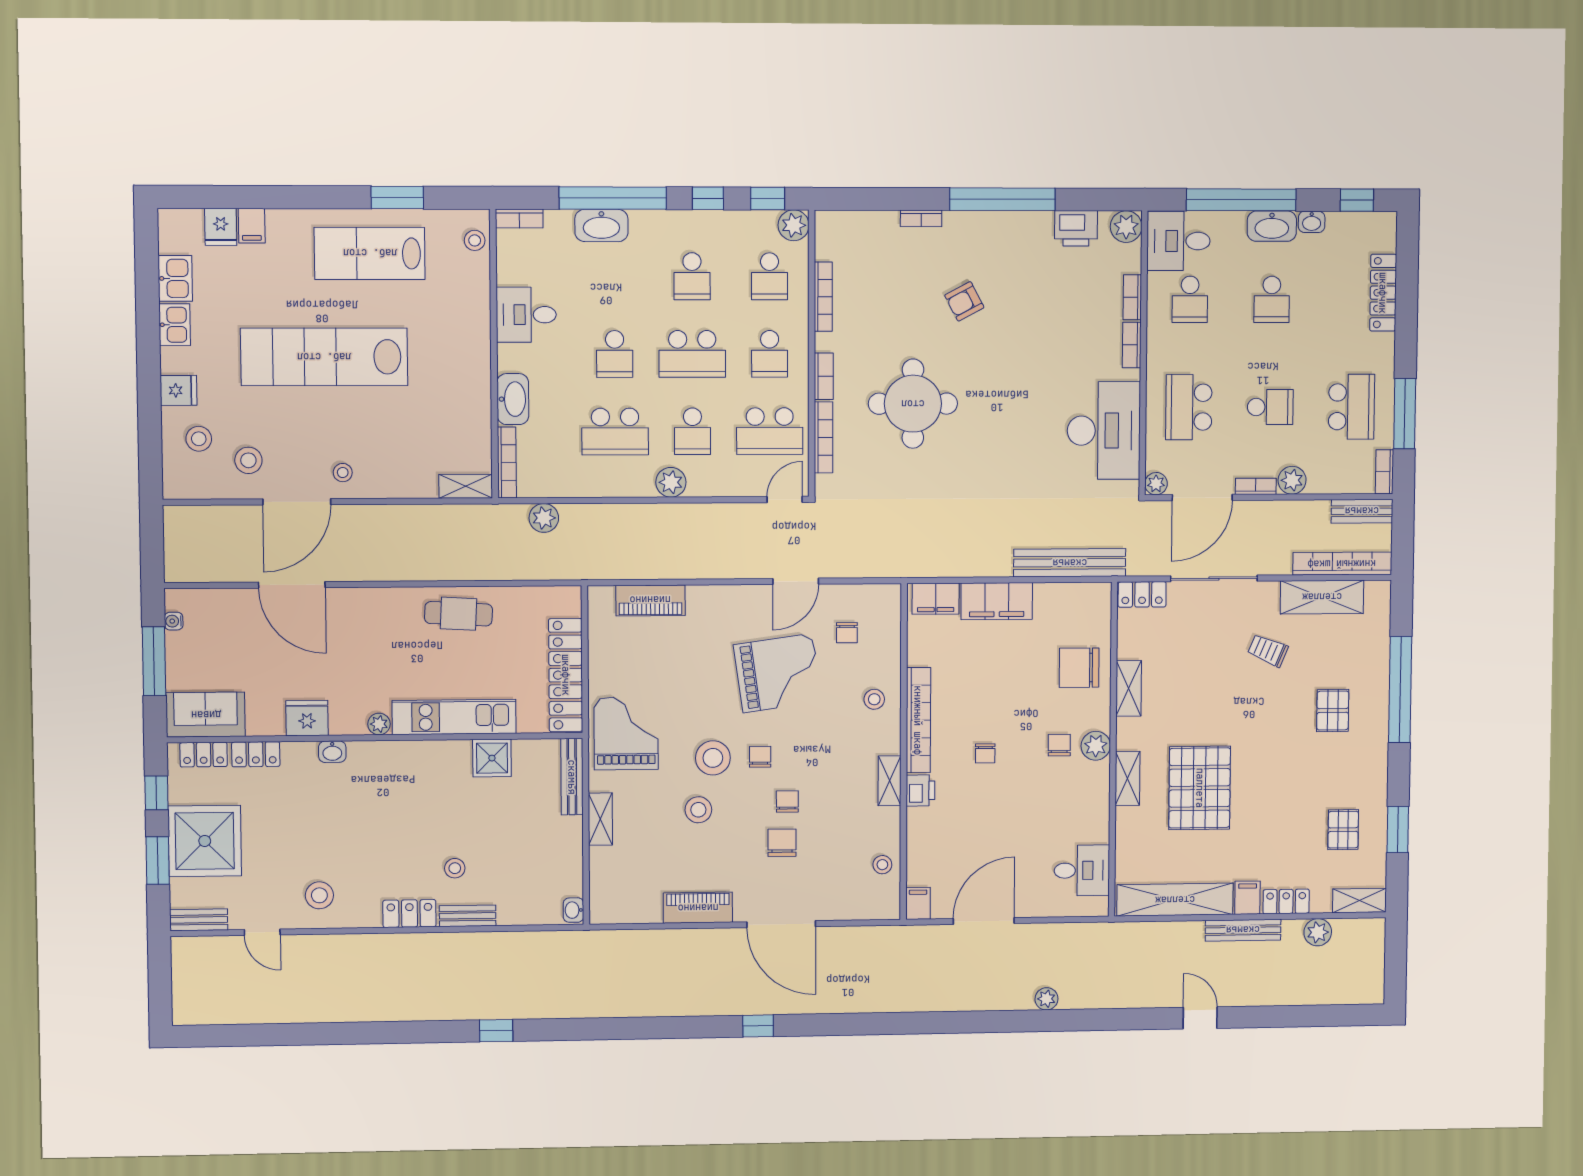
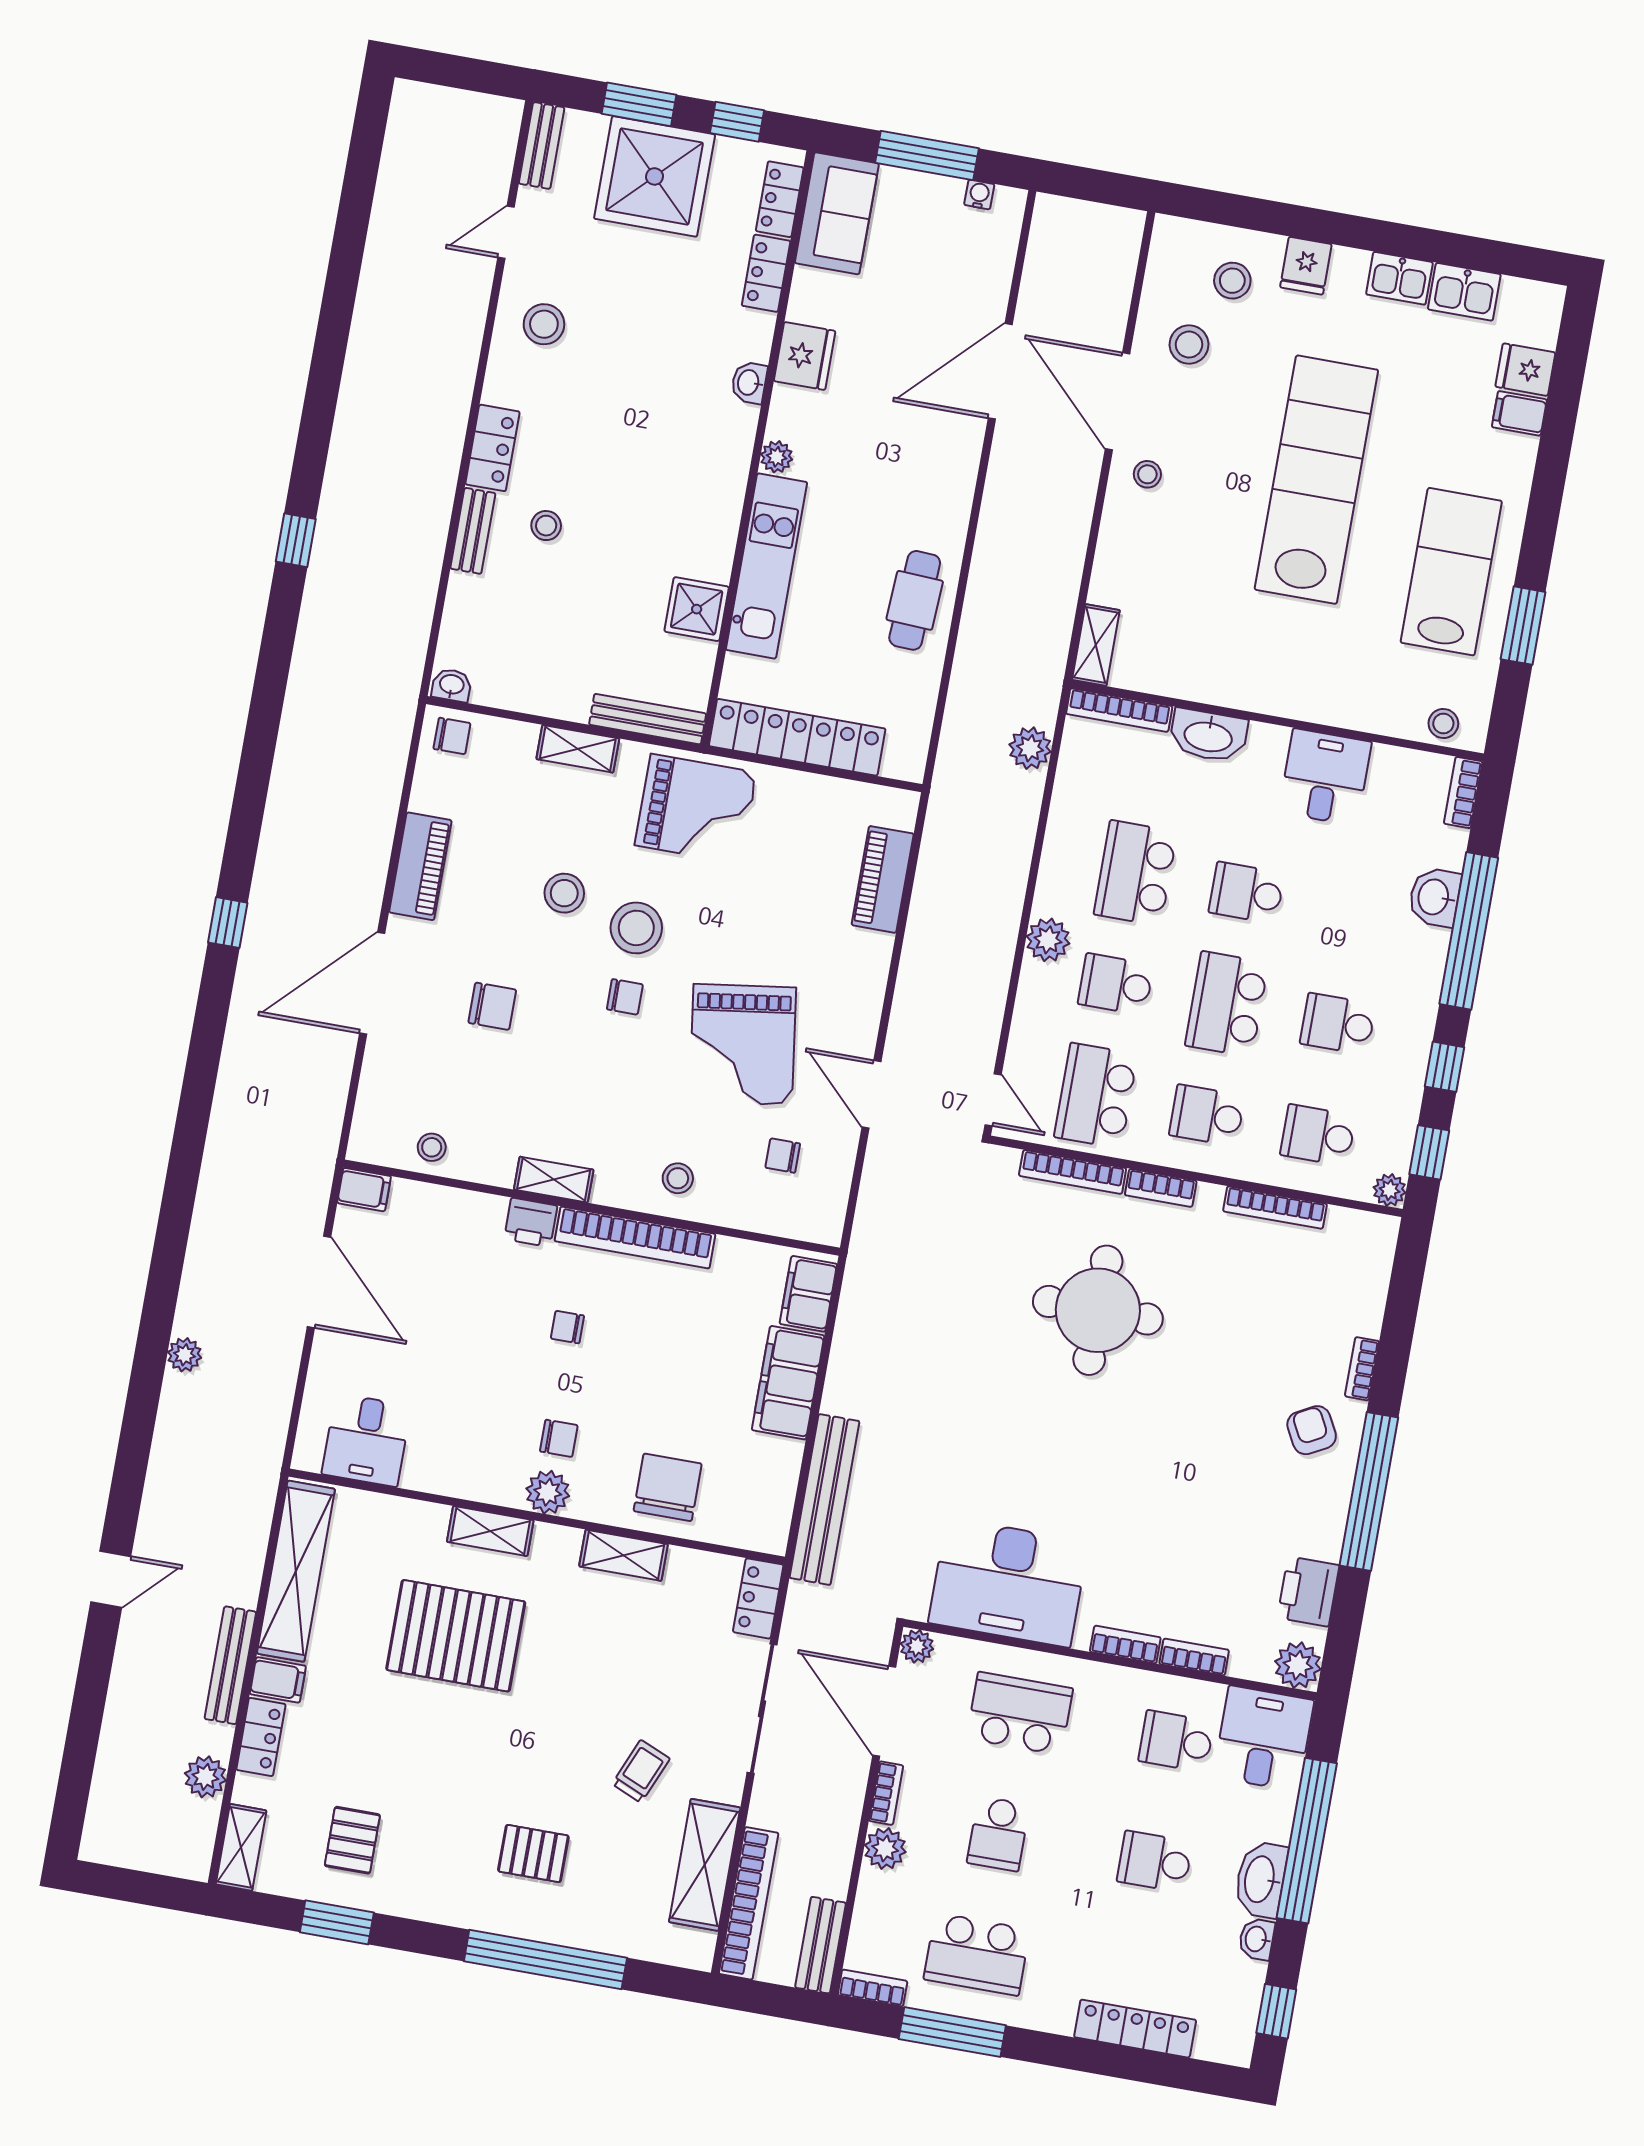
washbasin: (601, 225) -> (1435, 897), width x0.72
plant: (794, 225) -> (1390, 1190), width x0.73, depth x0.73
armchair: (964, 301) -> (1312, 1430), moved
chair: (787, 802) -> (452, 736), moved
pallet: (1343, 830) -> (352, 1840), turned 90

